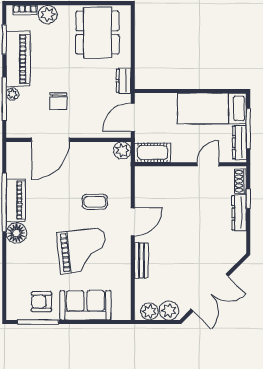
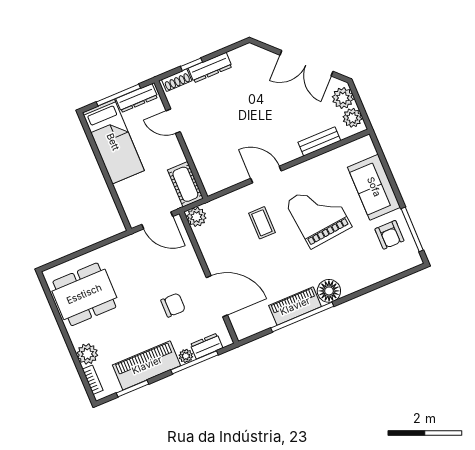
dresser: (124, 81) -> (207, 346), moved, turned 180
bench: (141, 260) -> (319, 142), moved
double door: (210, 293) -> (306, 63), swing flipped

